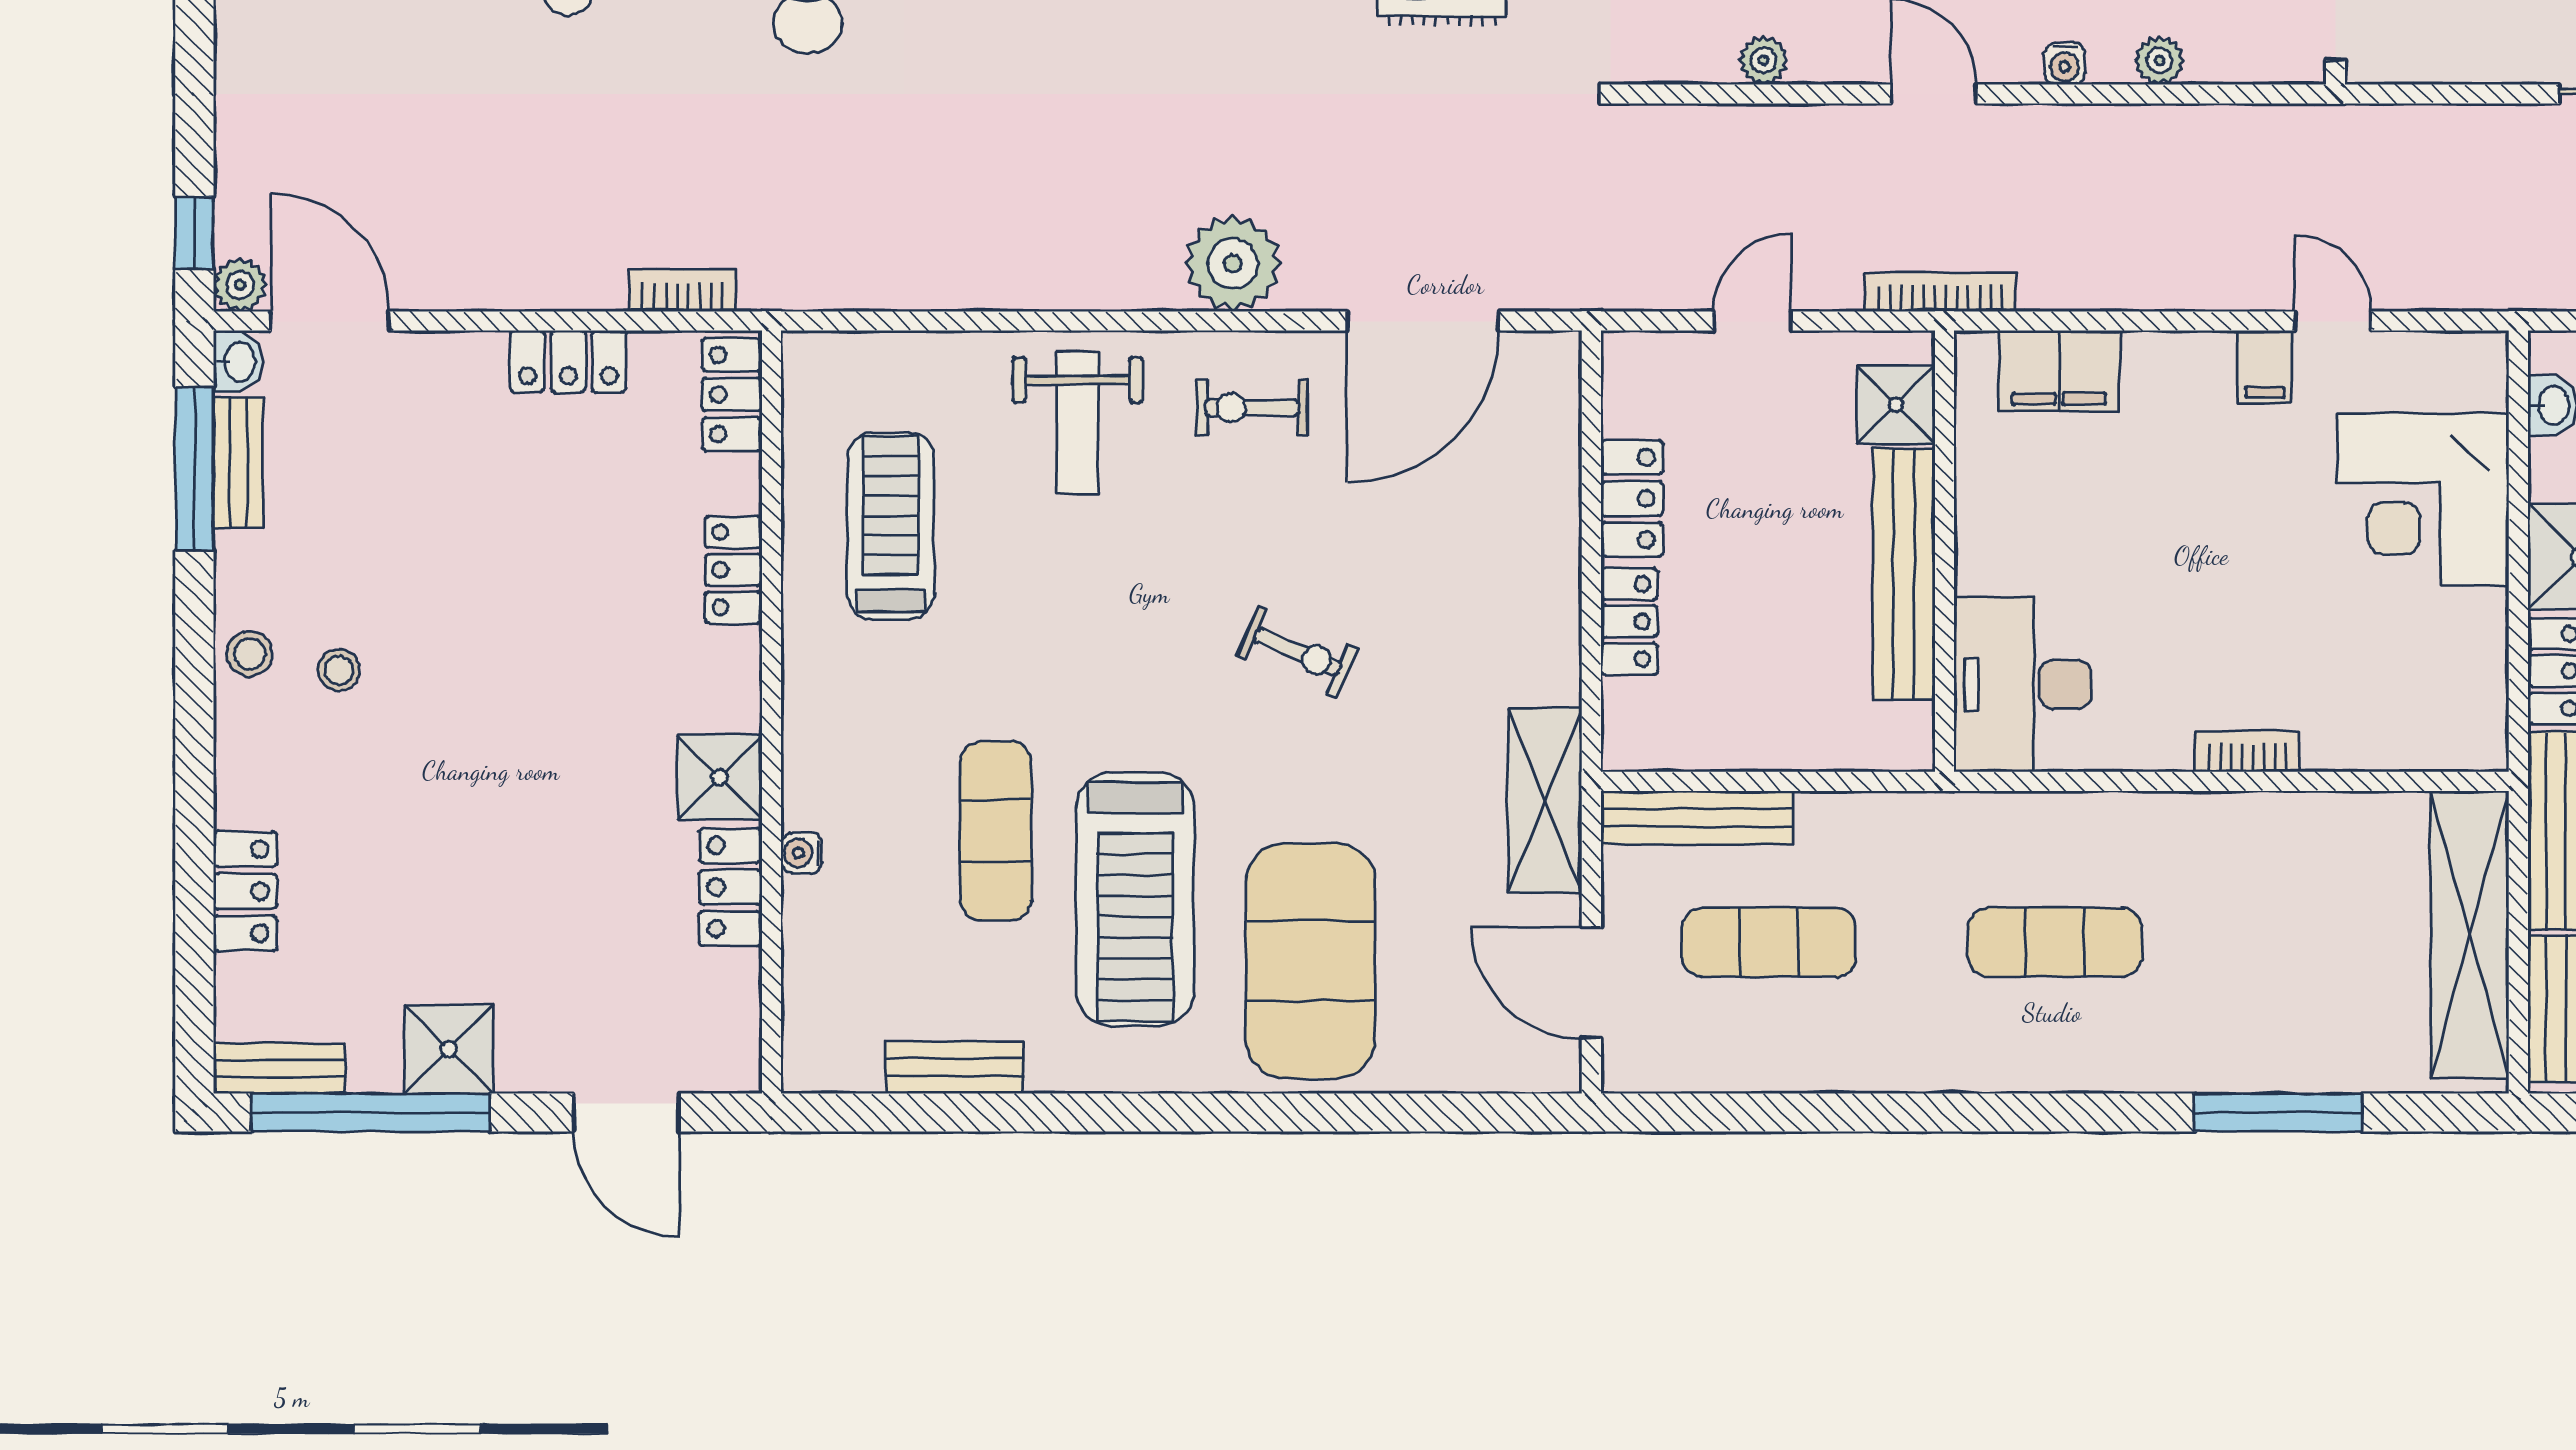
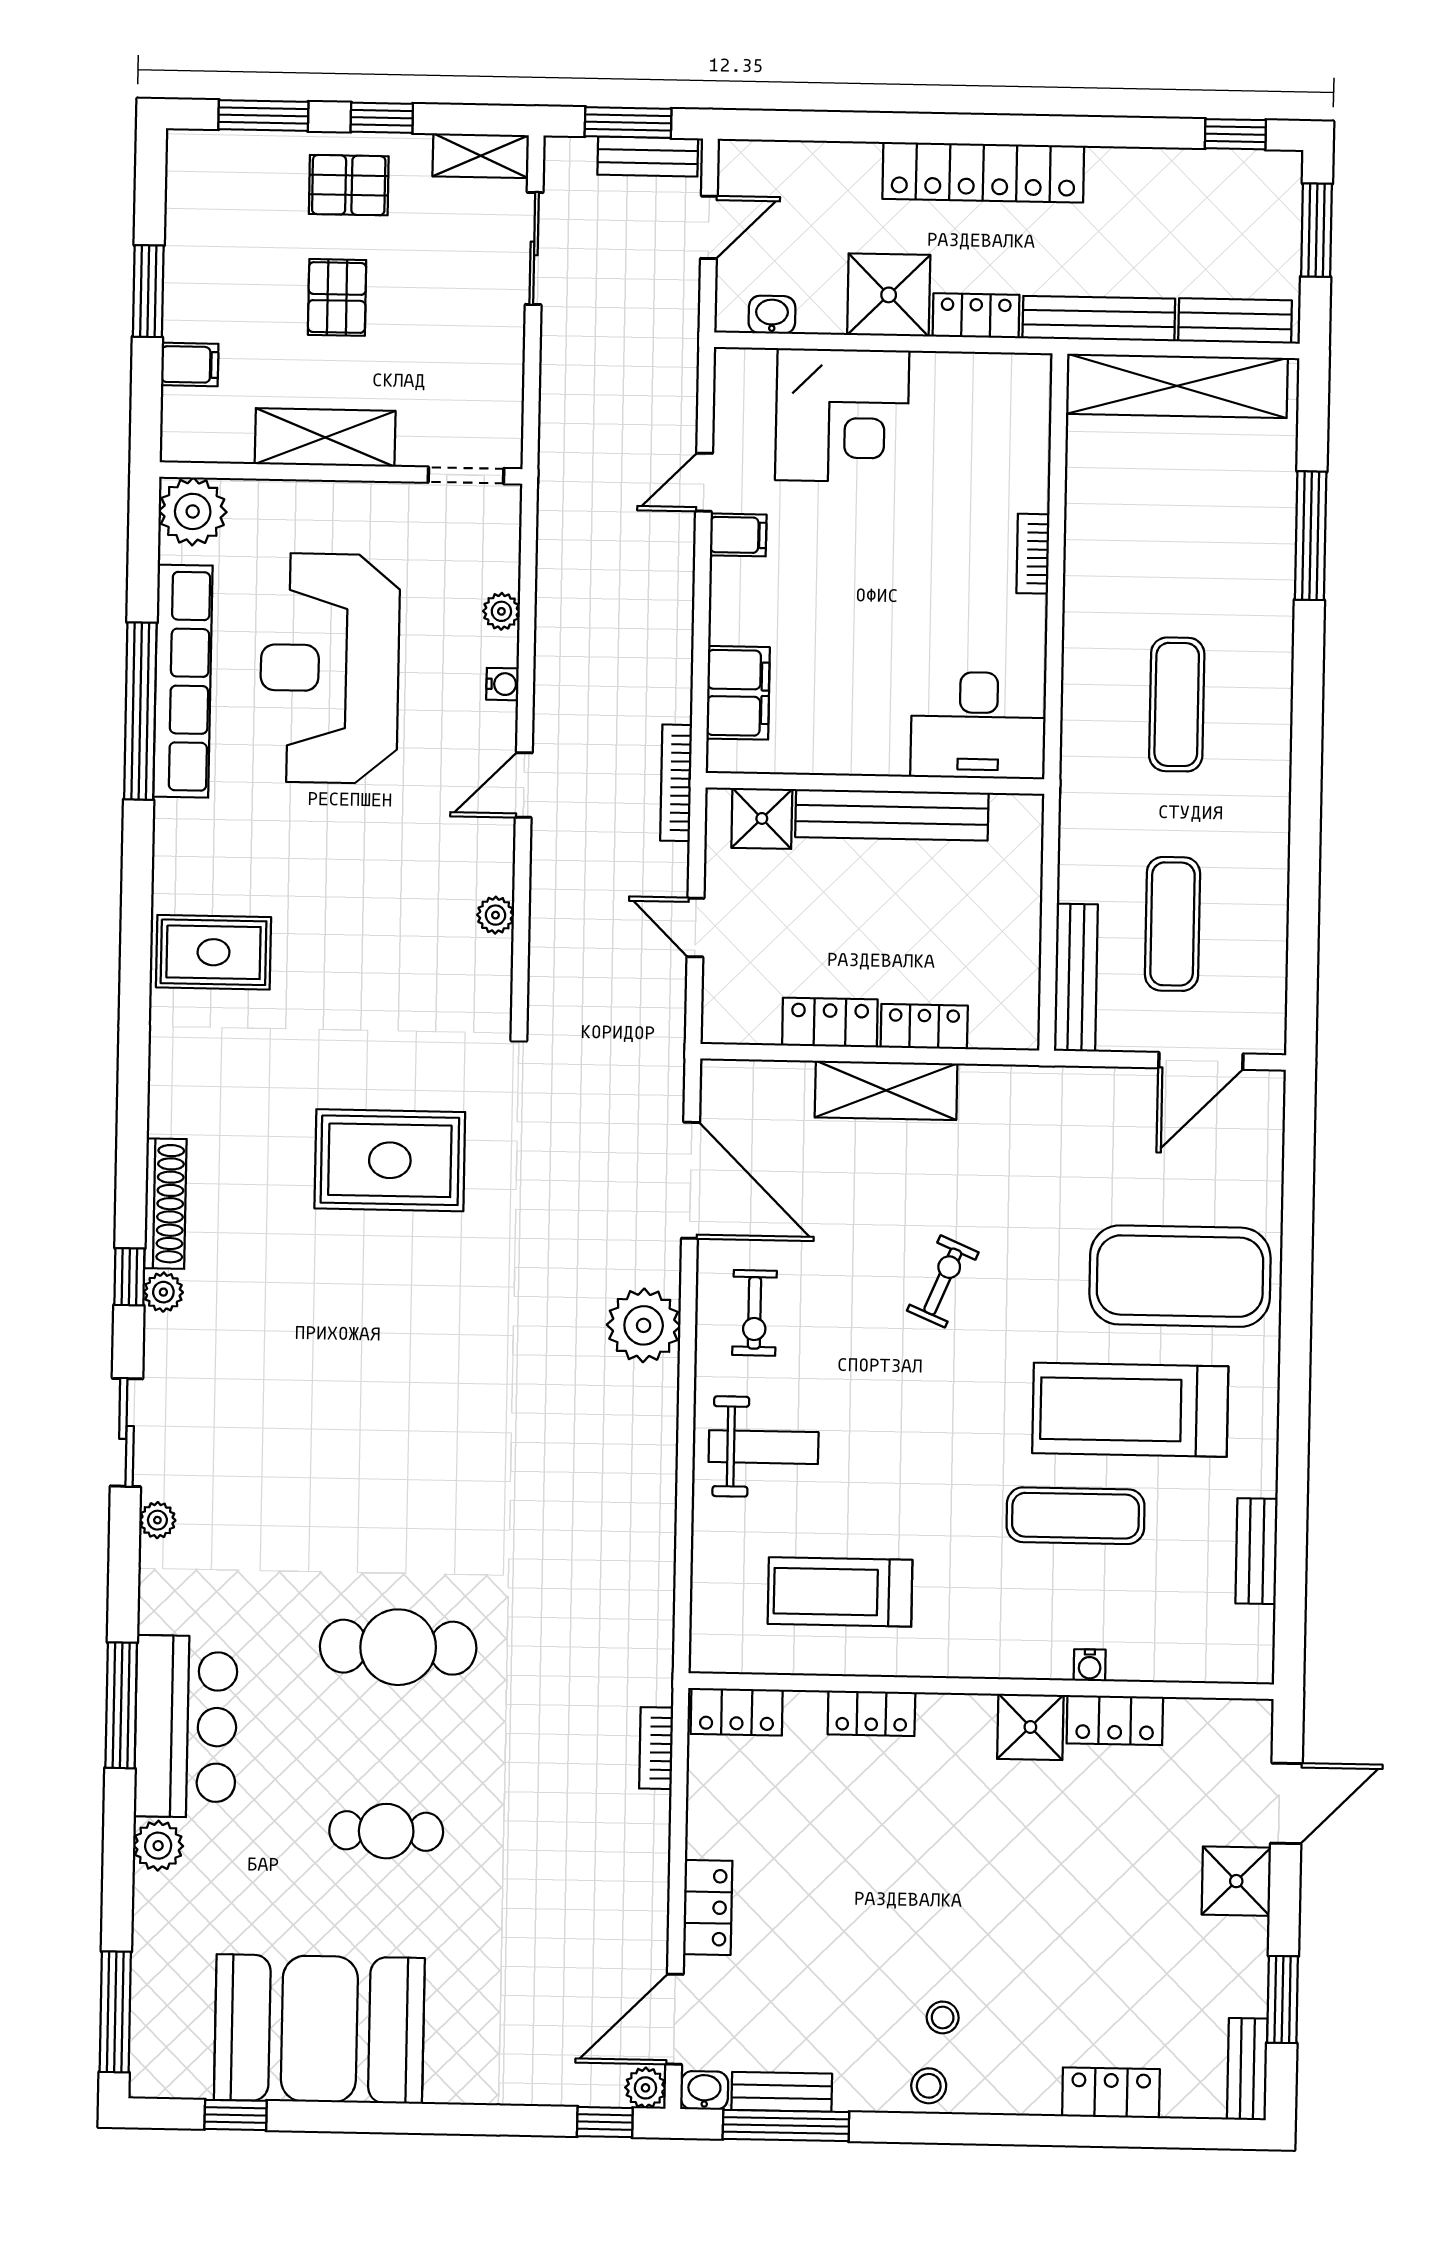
locker: (568, 361) -> (708, 1908), moved
shelving: (1545, 800) -> (886, 1090), moved
treadmill: (1135, 899) -> (1130, 1410), turned 180
shower: (449, 1049) -> (1236, 1881), moved
window: (371, 1112) -> (1283, 1999), width x0.47

